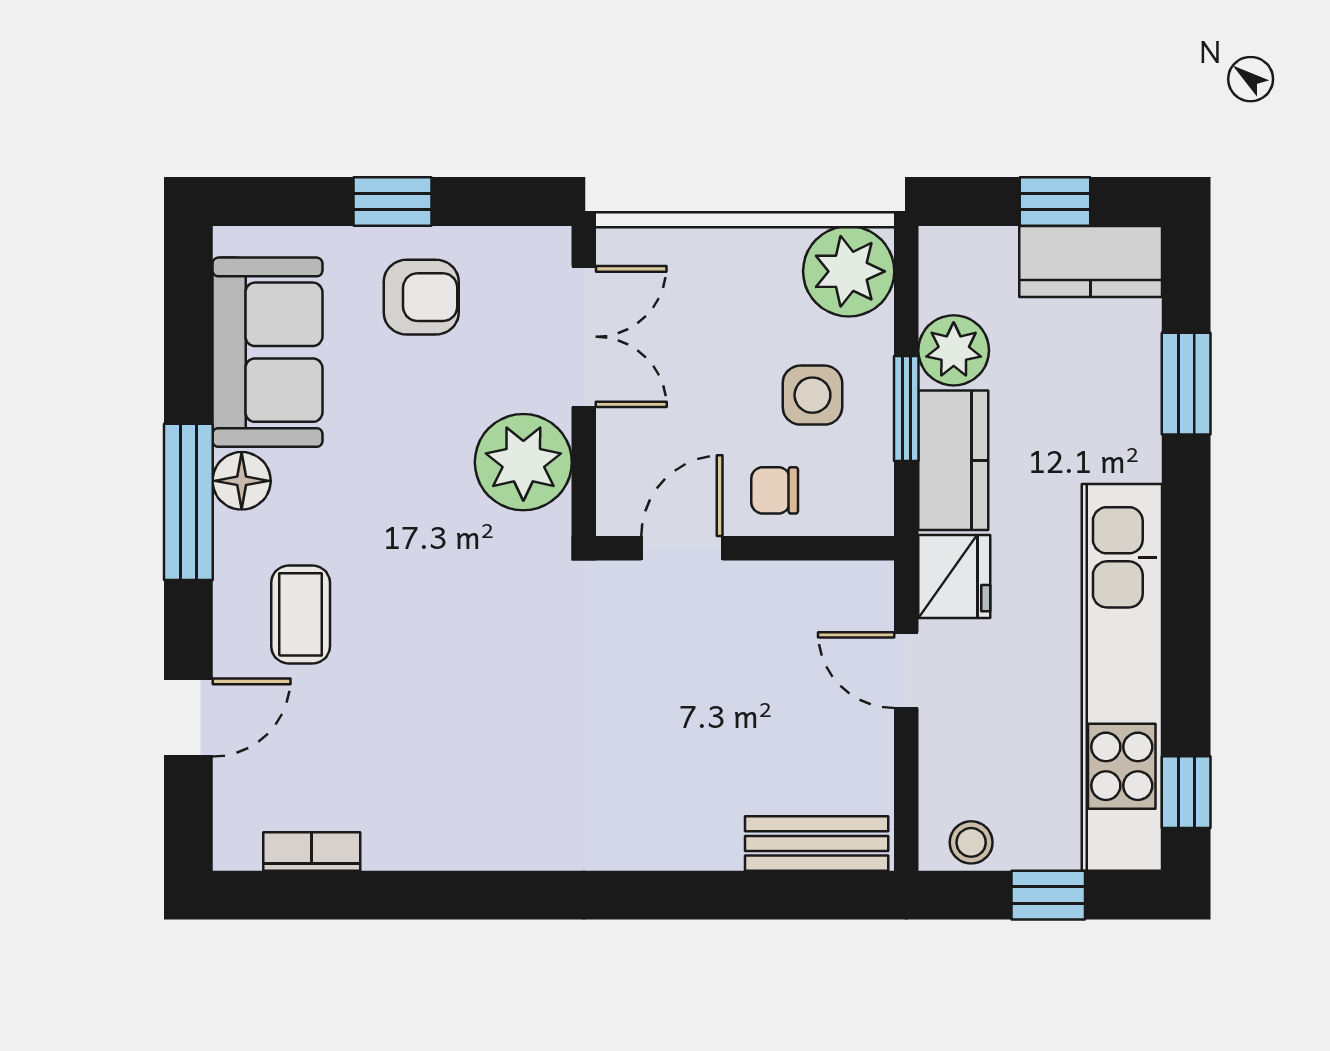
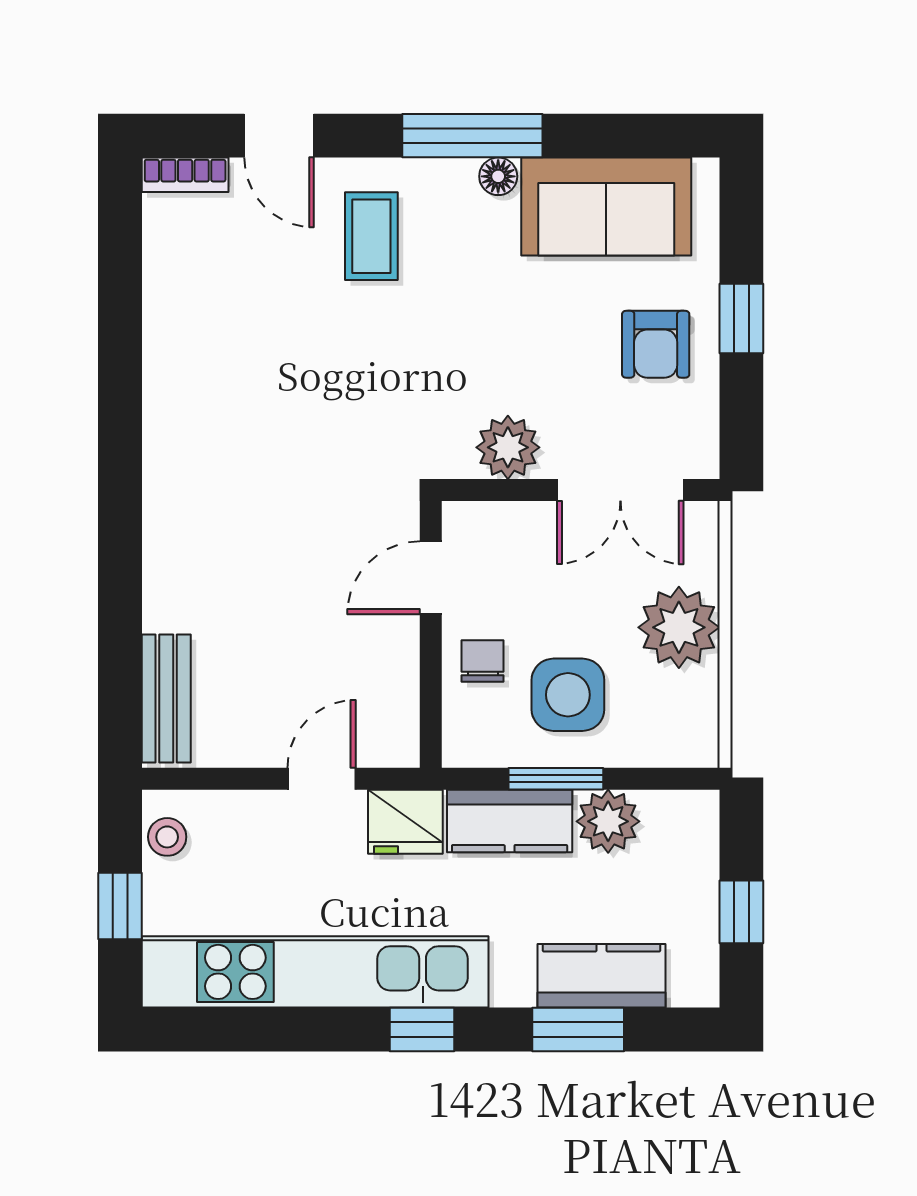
kitchen counter: (1091, 261) -> (601, 976), moved, turned 90
plant: (849, 271) -> (679, 627), moved
side table: (812, 395) -> (568, 695), width x1.37, depth x1.37
plant: (523, 462) -> (508, 447), width x0.73, depth x0.73
floor lamp: (242, 481) -> (498, 176), width x0.73, depth x0.73
door: (682, 548) -> (431, 578), swing flipped
coffee table: (301, 614) -> (371, 236), turned 90
window: (1186, 792) -> (422, 1030), moved
bookcase: (312, 851) -> (185, 175), moved, turned 90

